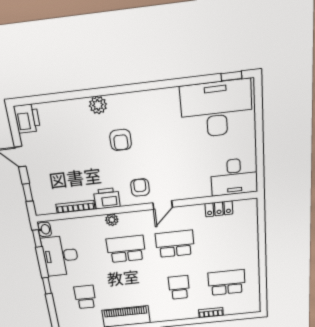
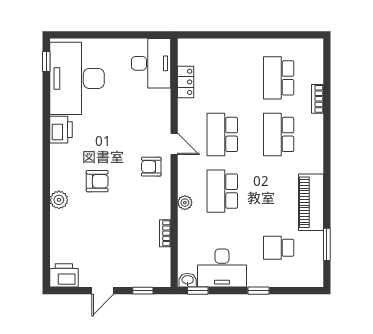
printer: (107, 198) -> (61, 130), moved, turned 180
bookcase: (75, 207) -> (165, 233), width x0.64
school desk: (179, 287) -> (279, 134), width x1.85

